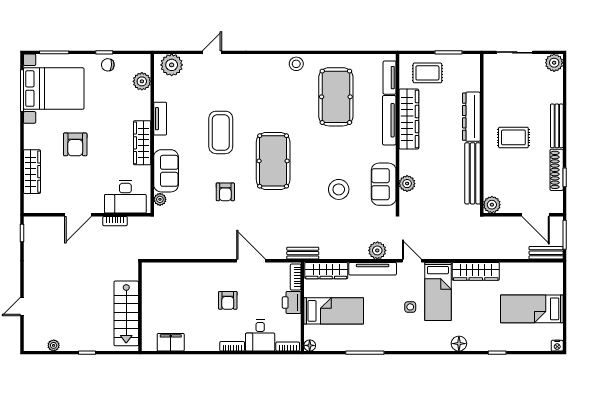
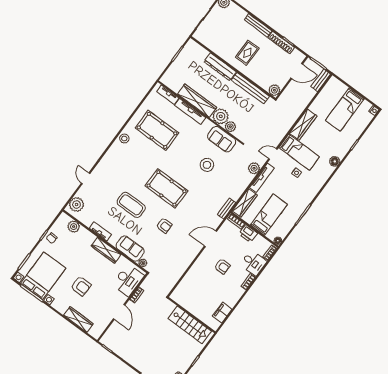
rug: (427, 73) -> (180, 73), removed
plant: (411, 162) -> (221, 116), added

